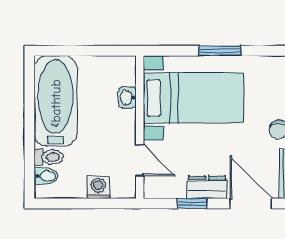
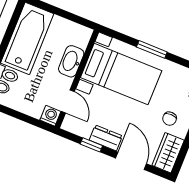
washbasin: (127, 98) -> (71, 61), width x1.91, depth x1.45
washing machine: (98, 188) -> (50, 116), moved

